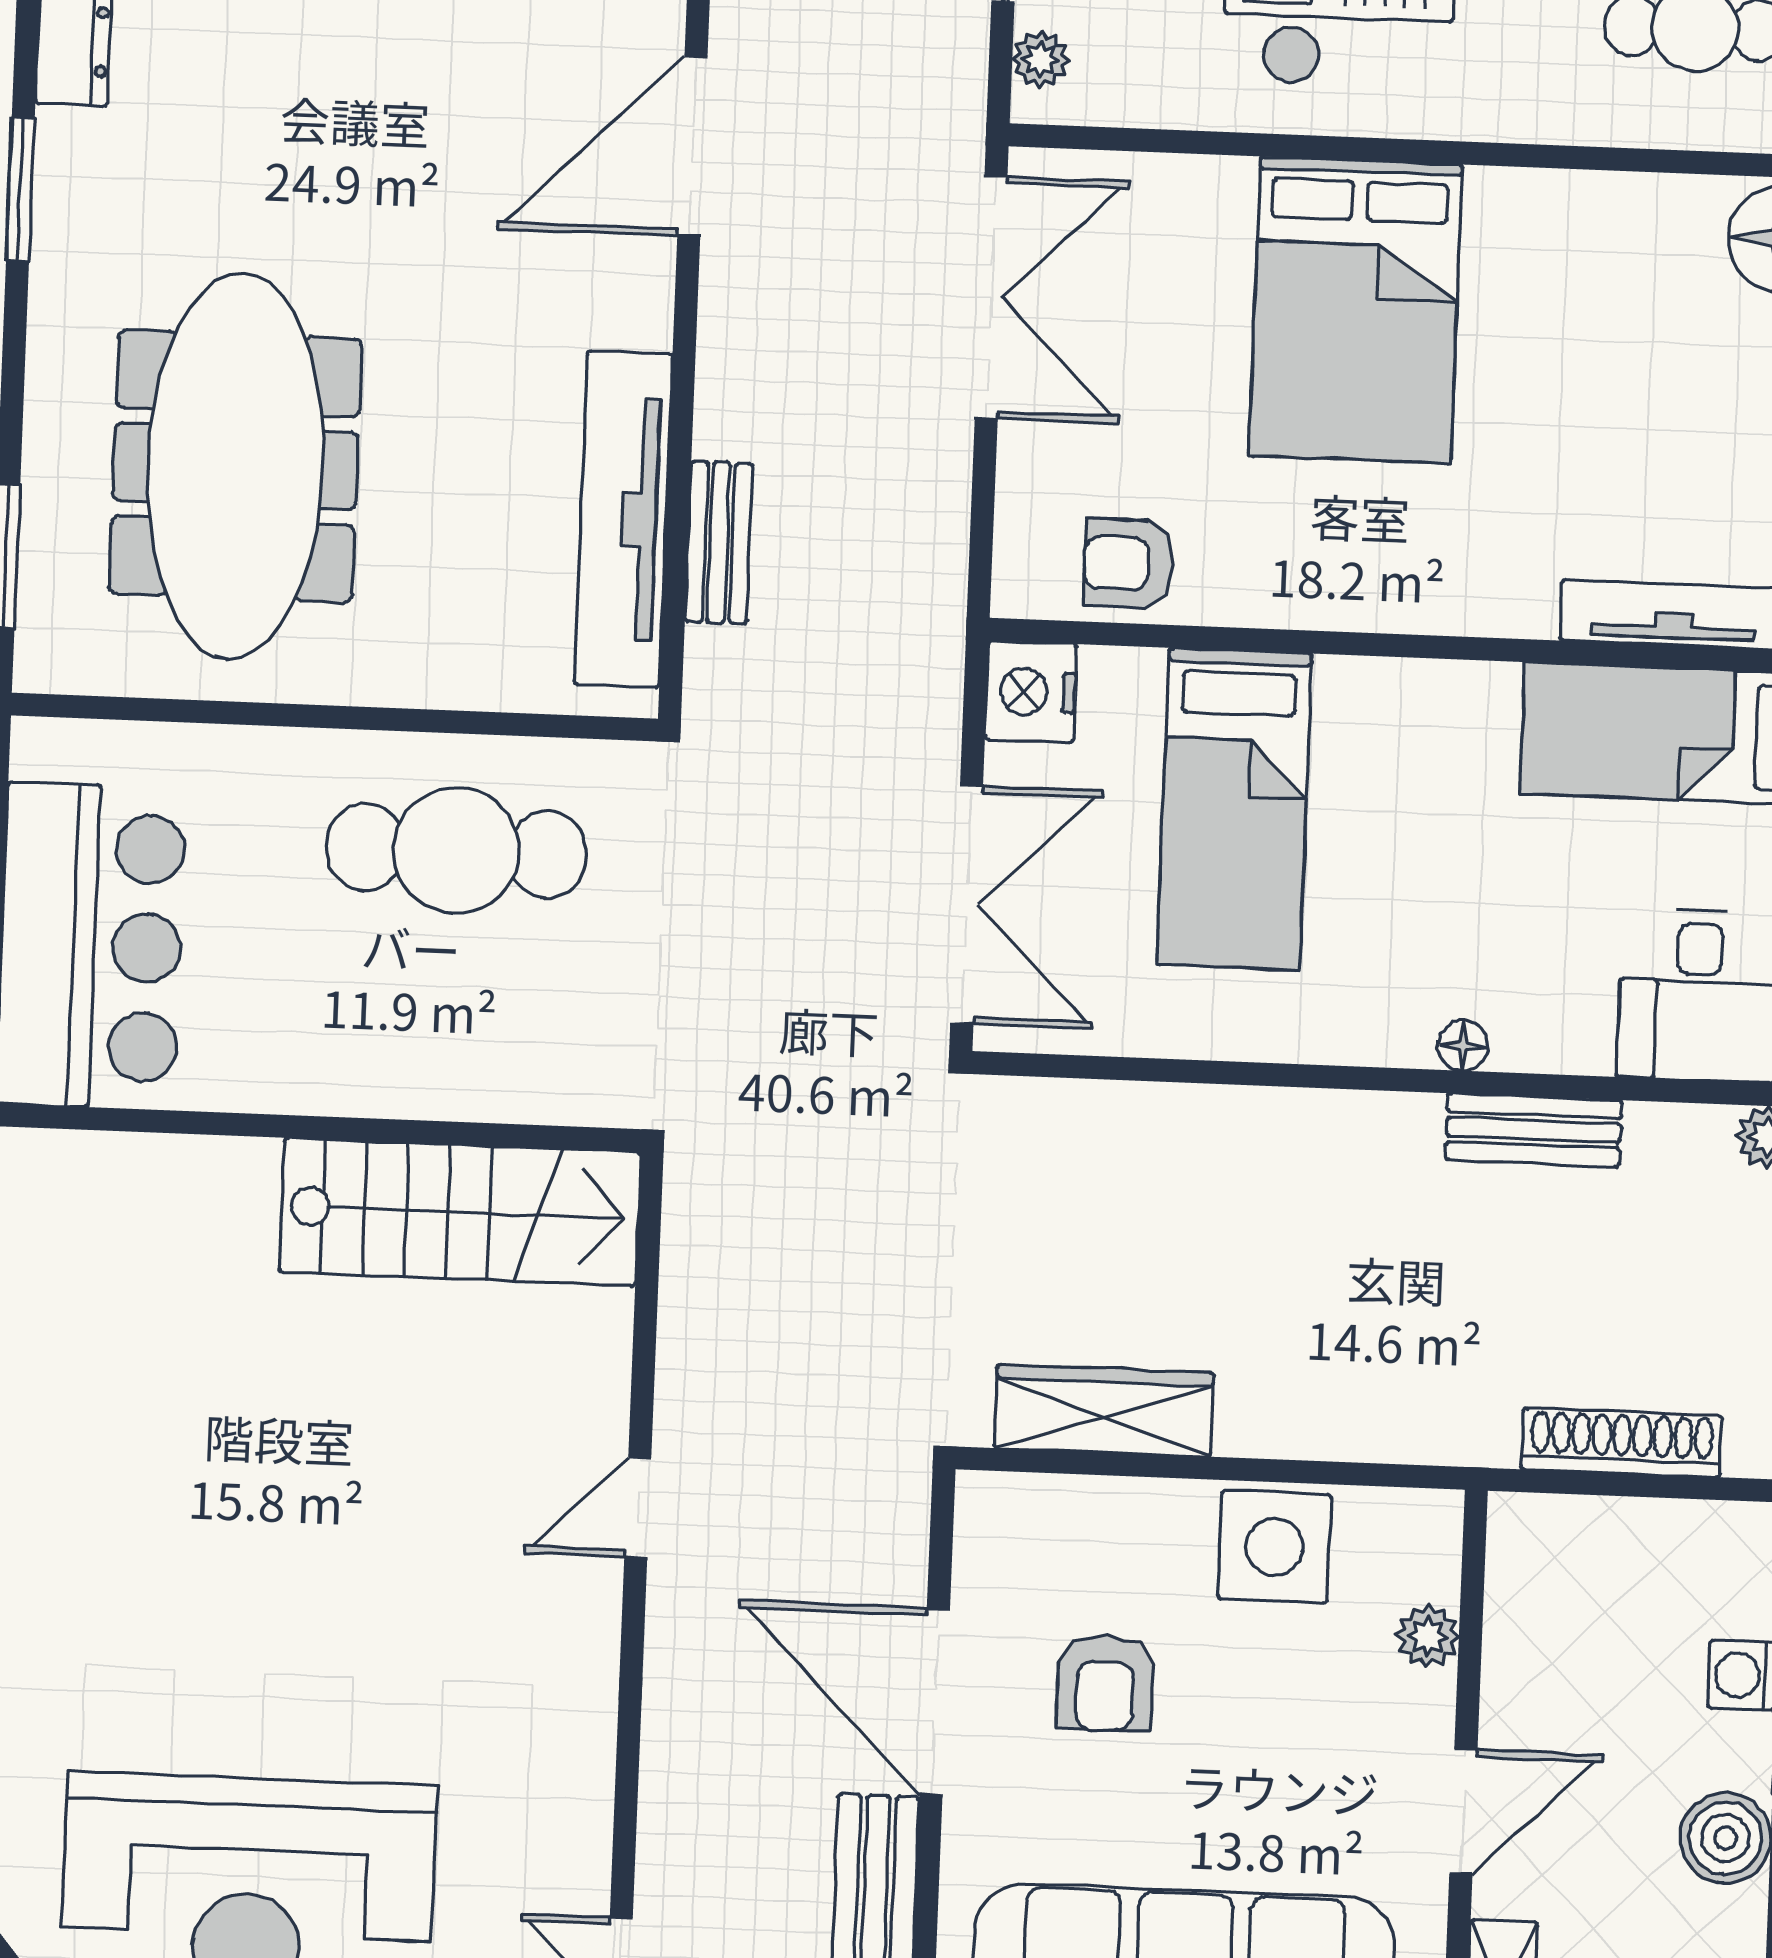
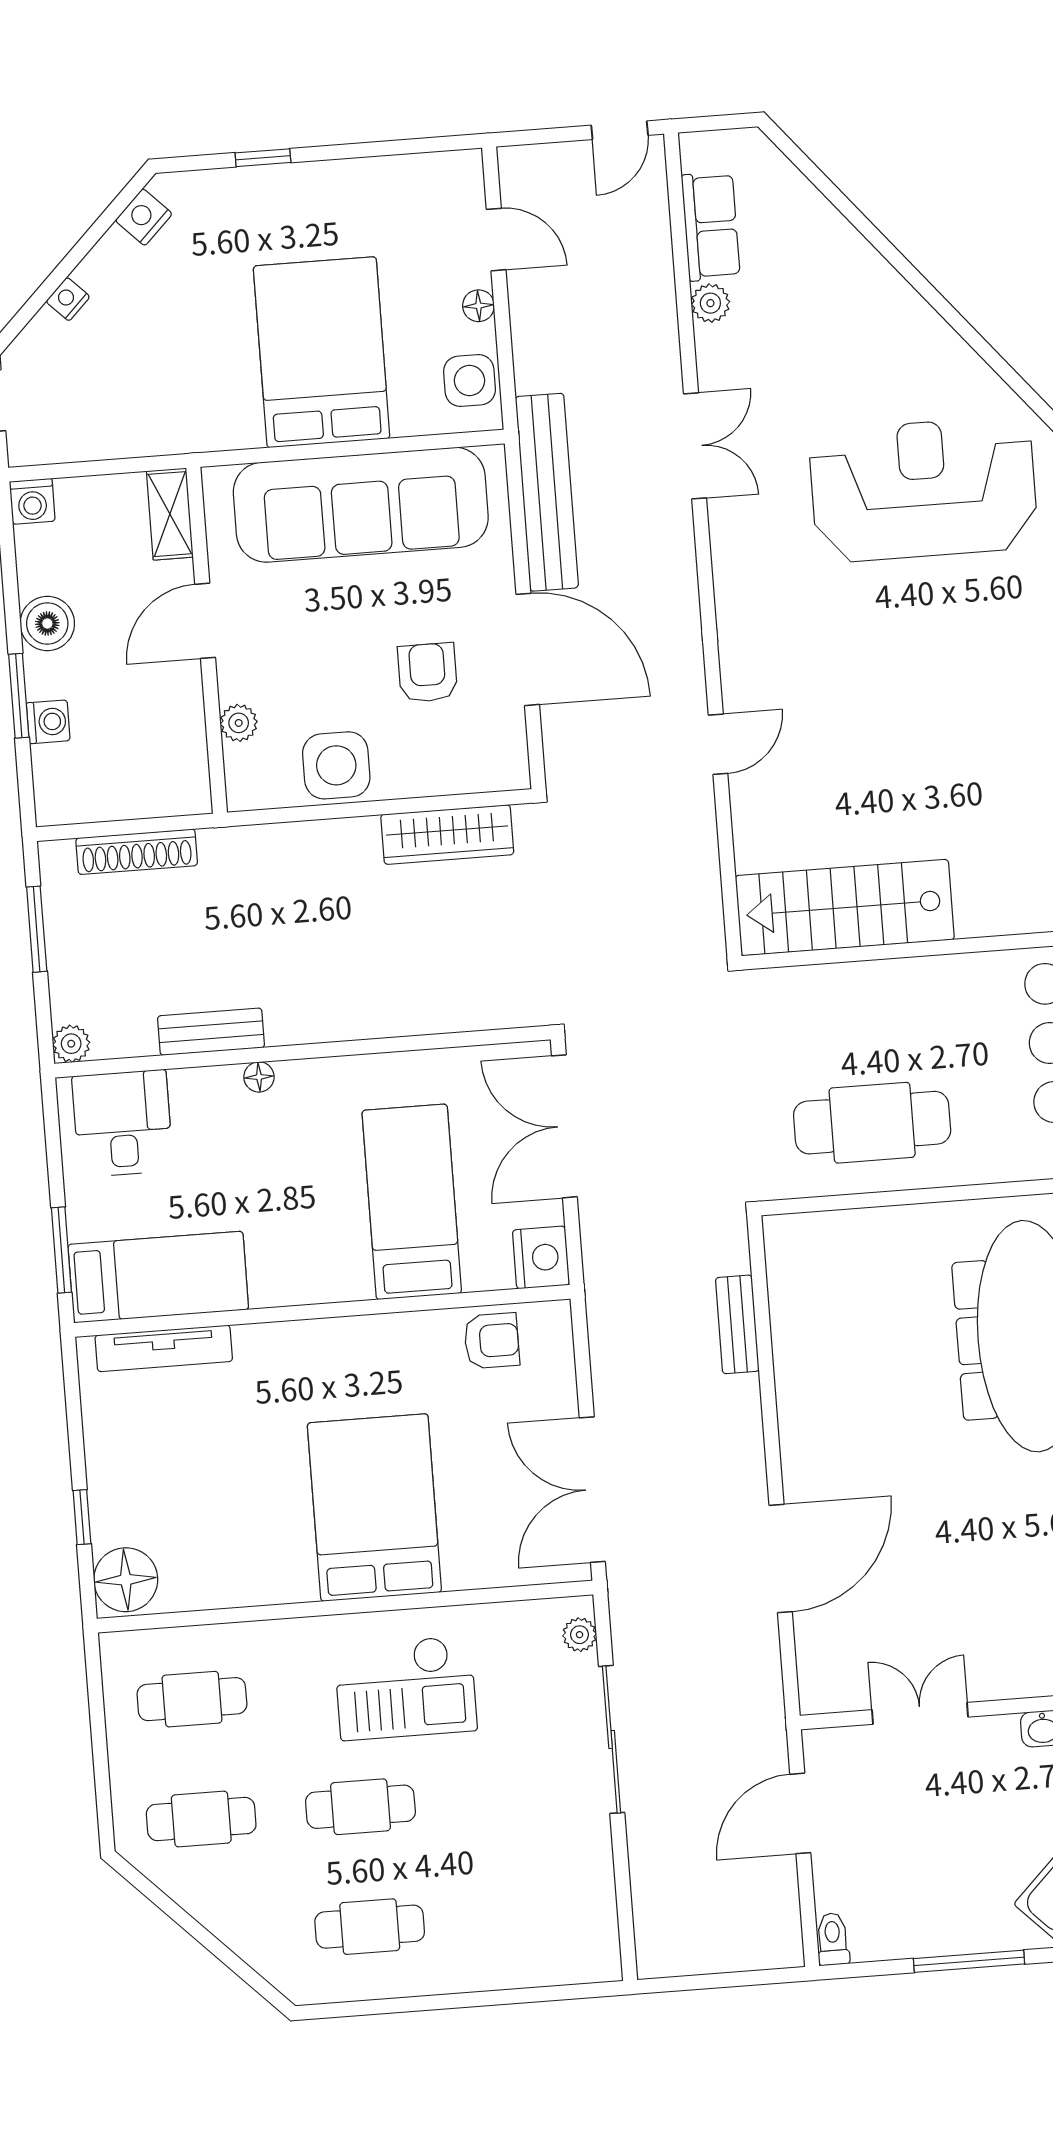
tv unit: (623, 519) -> (796, 1332), removed

